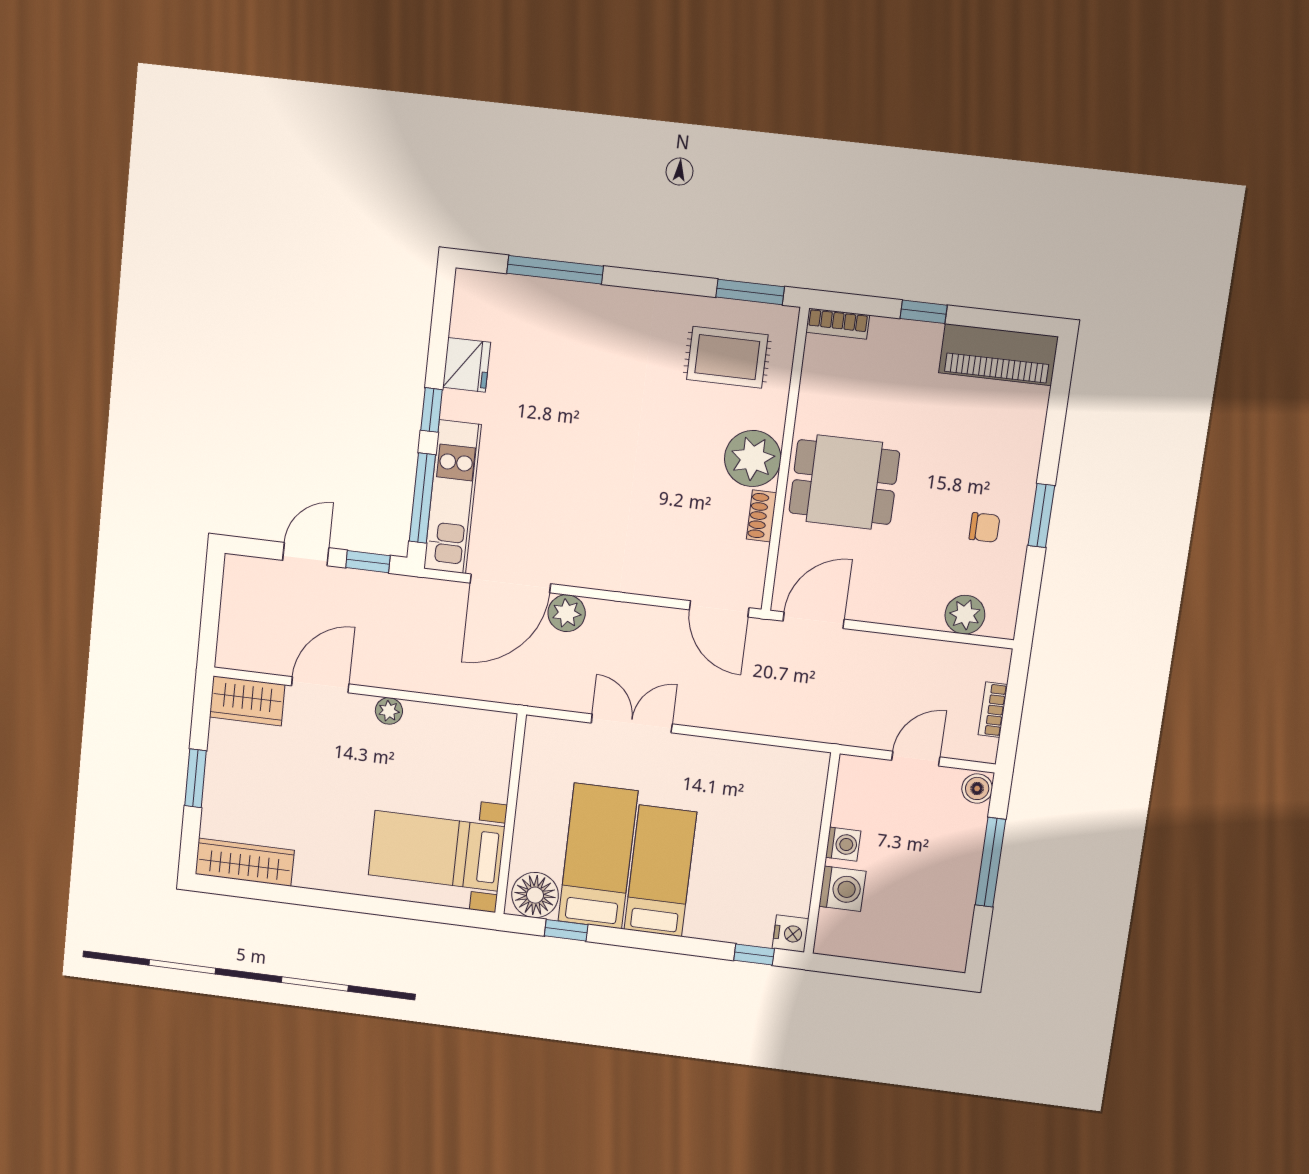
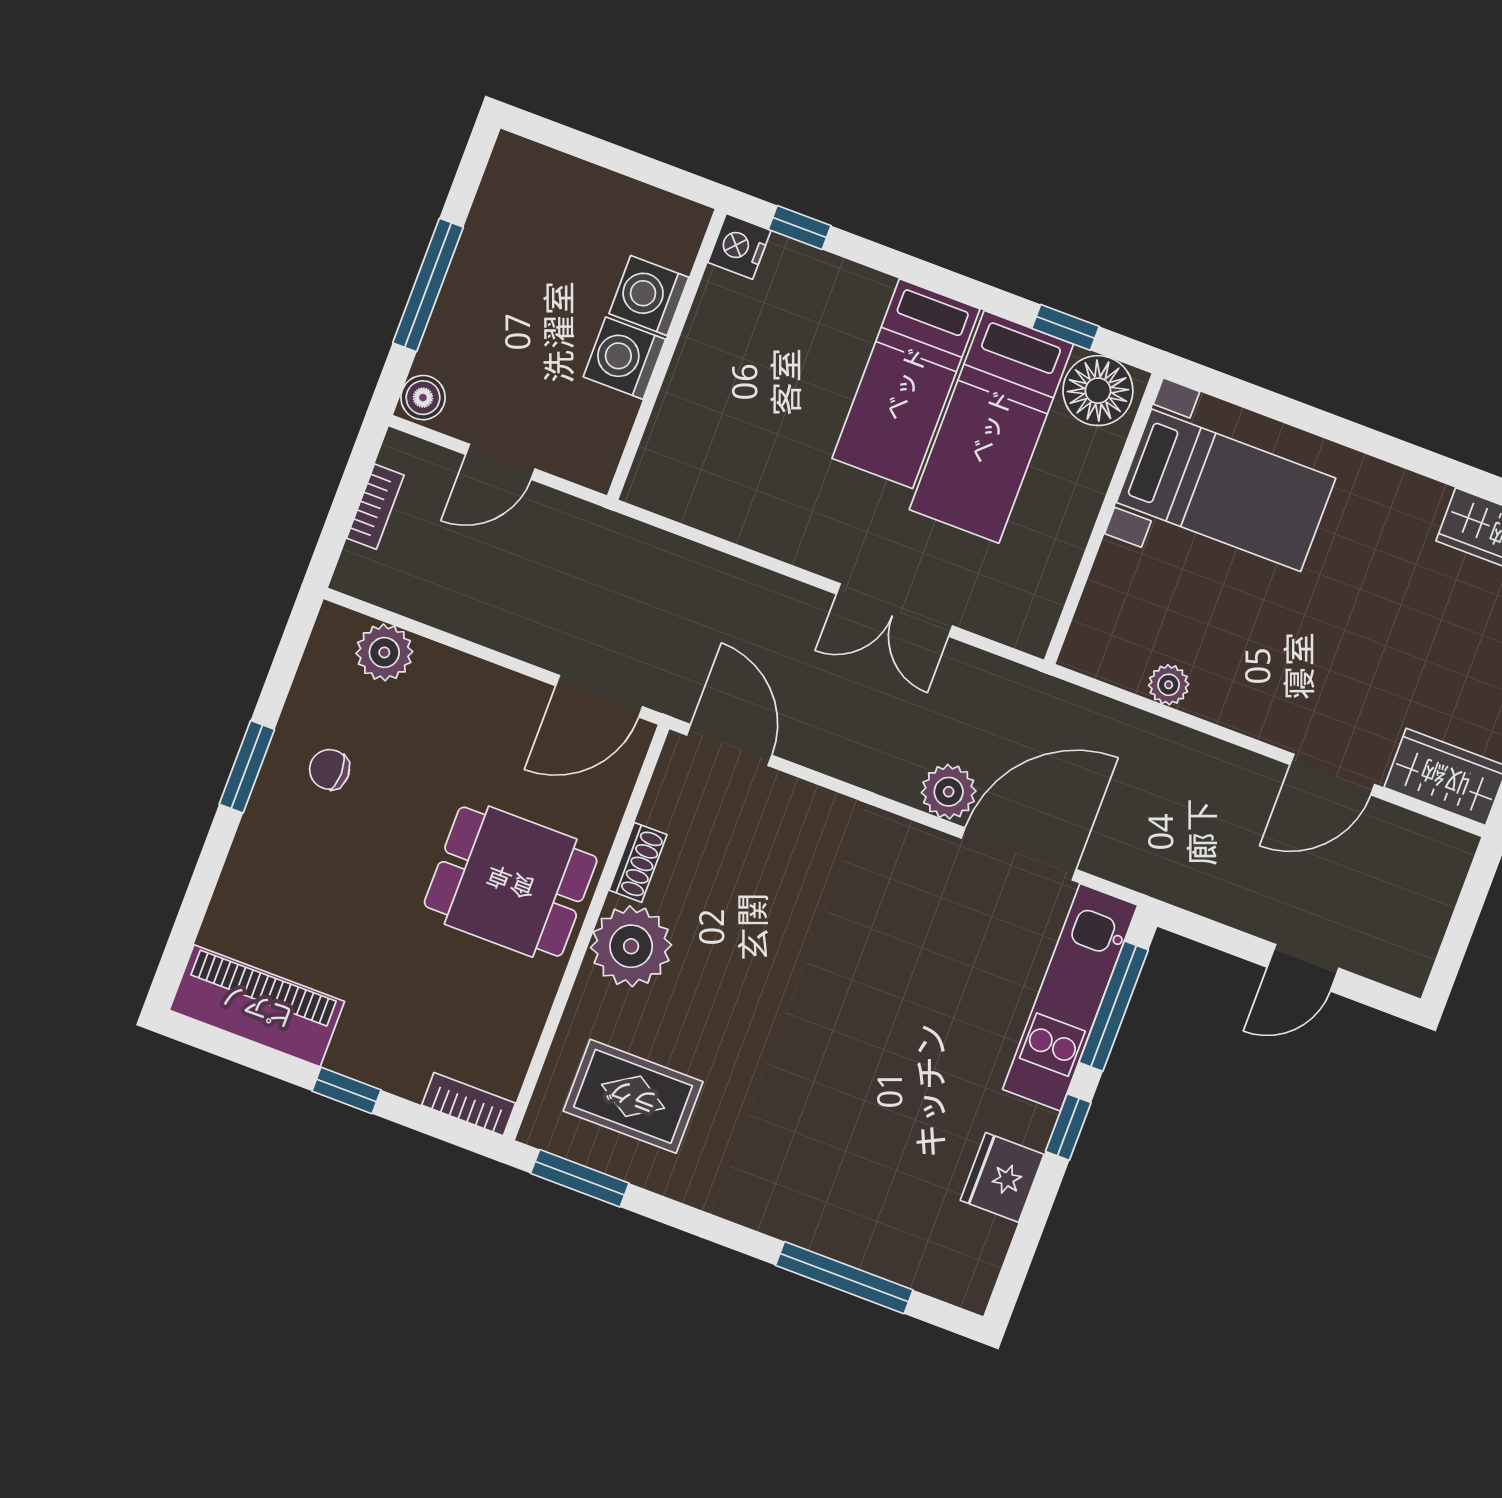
window: (368, 562) -> (1216, 935), removed
plant: (389, 711) -> (1169, 685), moved
washing machine: (843, 844) -> (624, 358), width x1.38, depth x1.38

